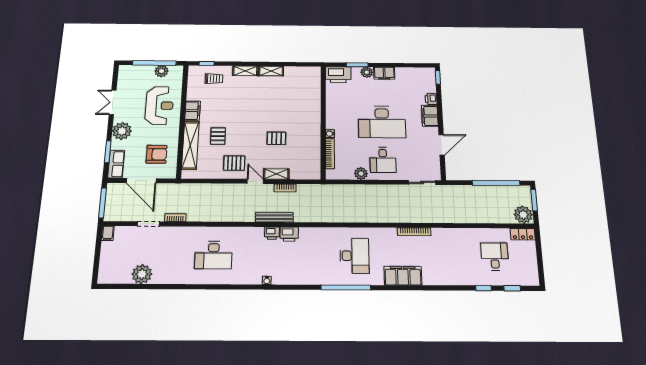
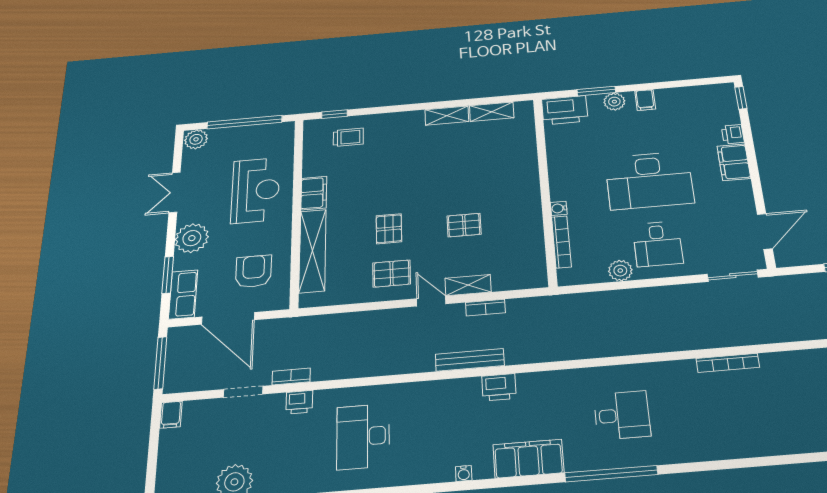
plant: (162, 71) -> (196, 139), moved
shelving: (245, 71) -> (492, 112), moved
filing cabinet: (384, 73) -> (645, 100), width x0.50
pallet: (218, 136) -> (389, 229), moved
door: (442, 145) -> (765, 231), moved
armchair: (157, 154) -> (254, 271), turned -90
printer: (272, 233) -> (299, 402), moved
desk: (213, 255) -> (363, 436), turned 90
desk: (354, 256) -> (622, 415), width x0.73
filing cabinet: (403, 276) -> (528, 459), moved

